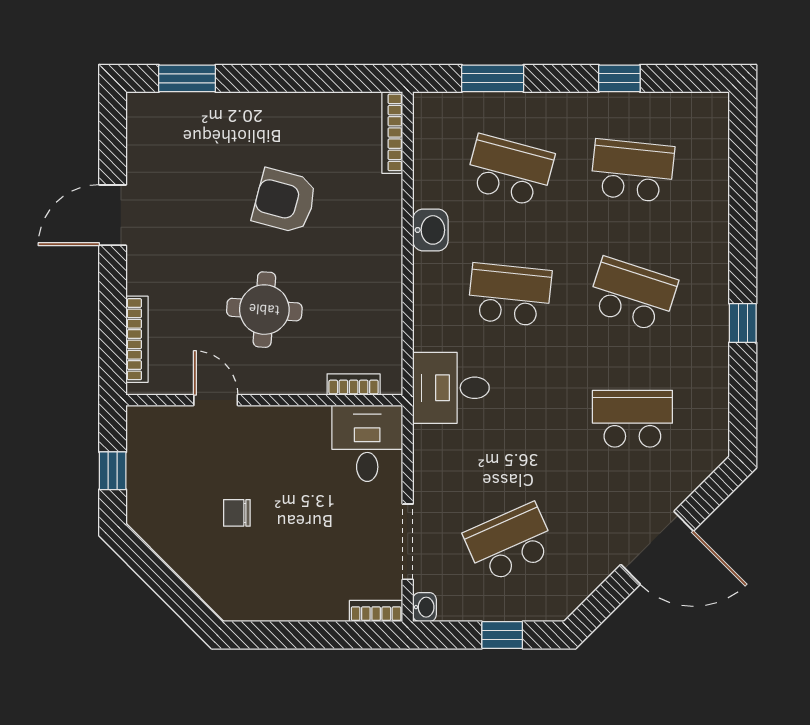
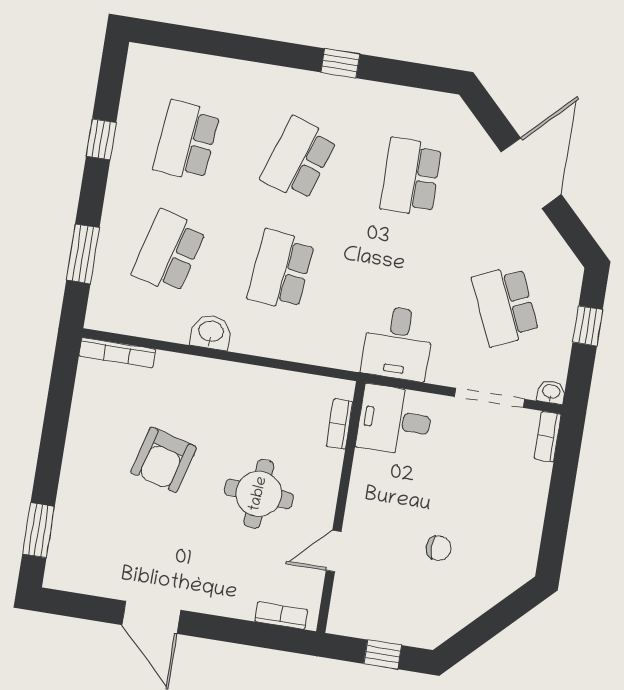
bookcase: (137, 339) -> (281, 616), width x0.64
desk: (451, 388) -> (398, 343), moved
chair: (237, 513) -> (439, 548), turned -90

